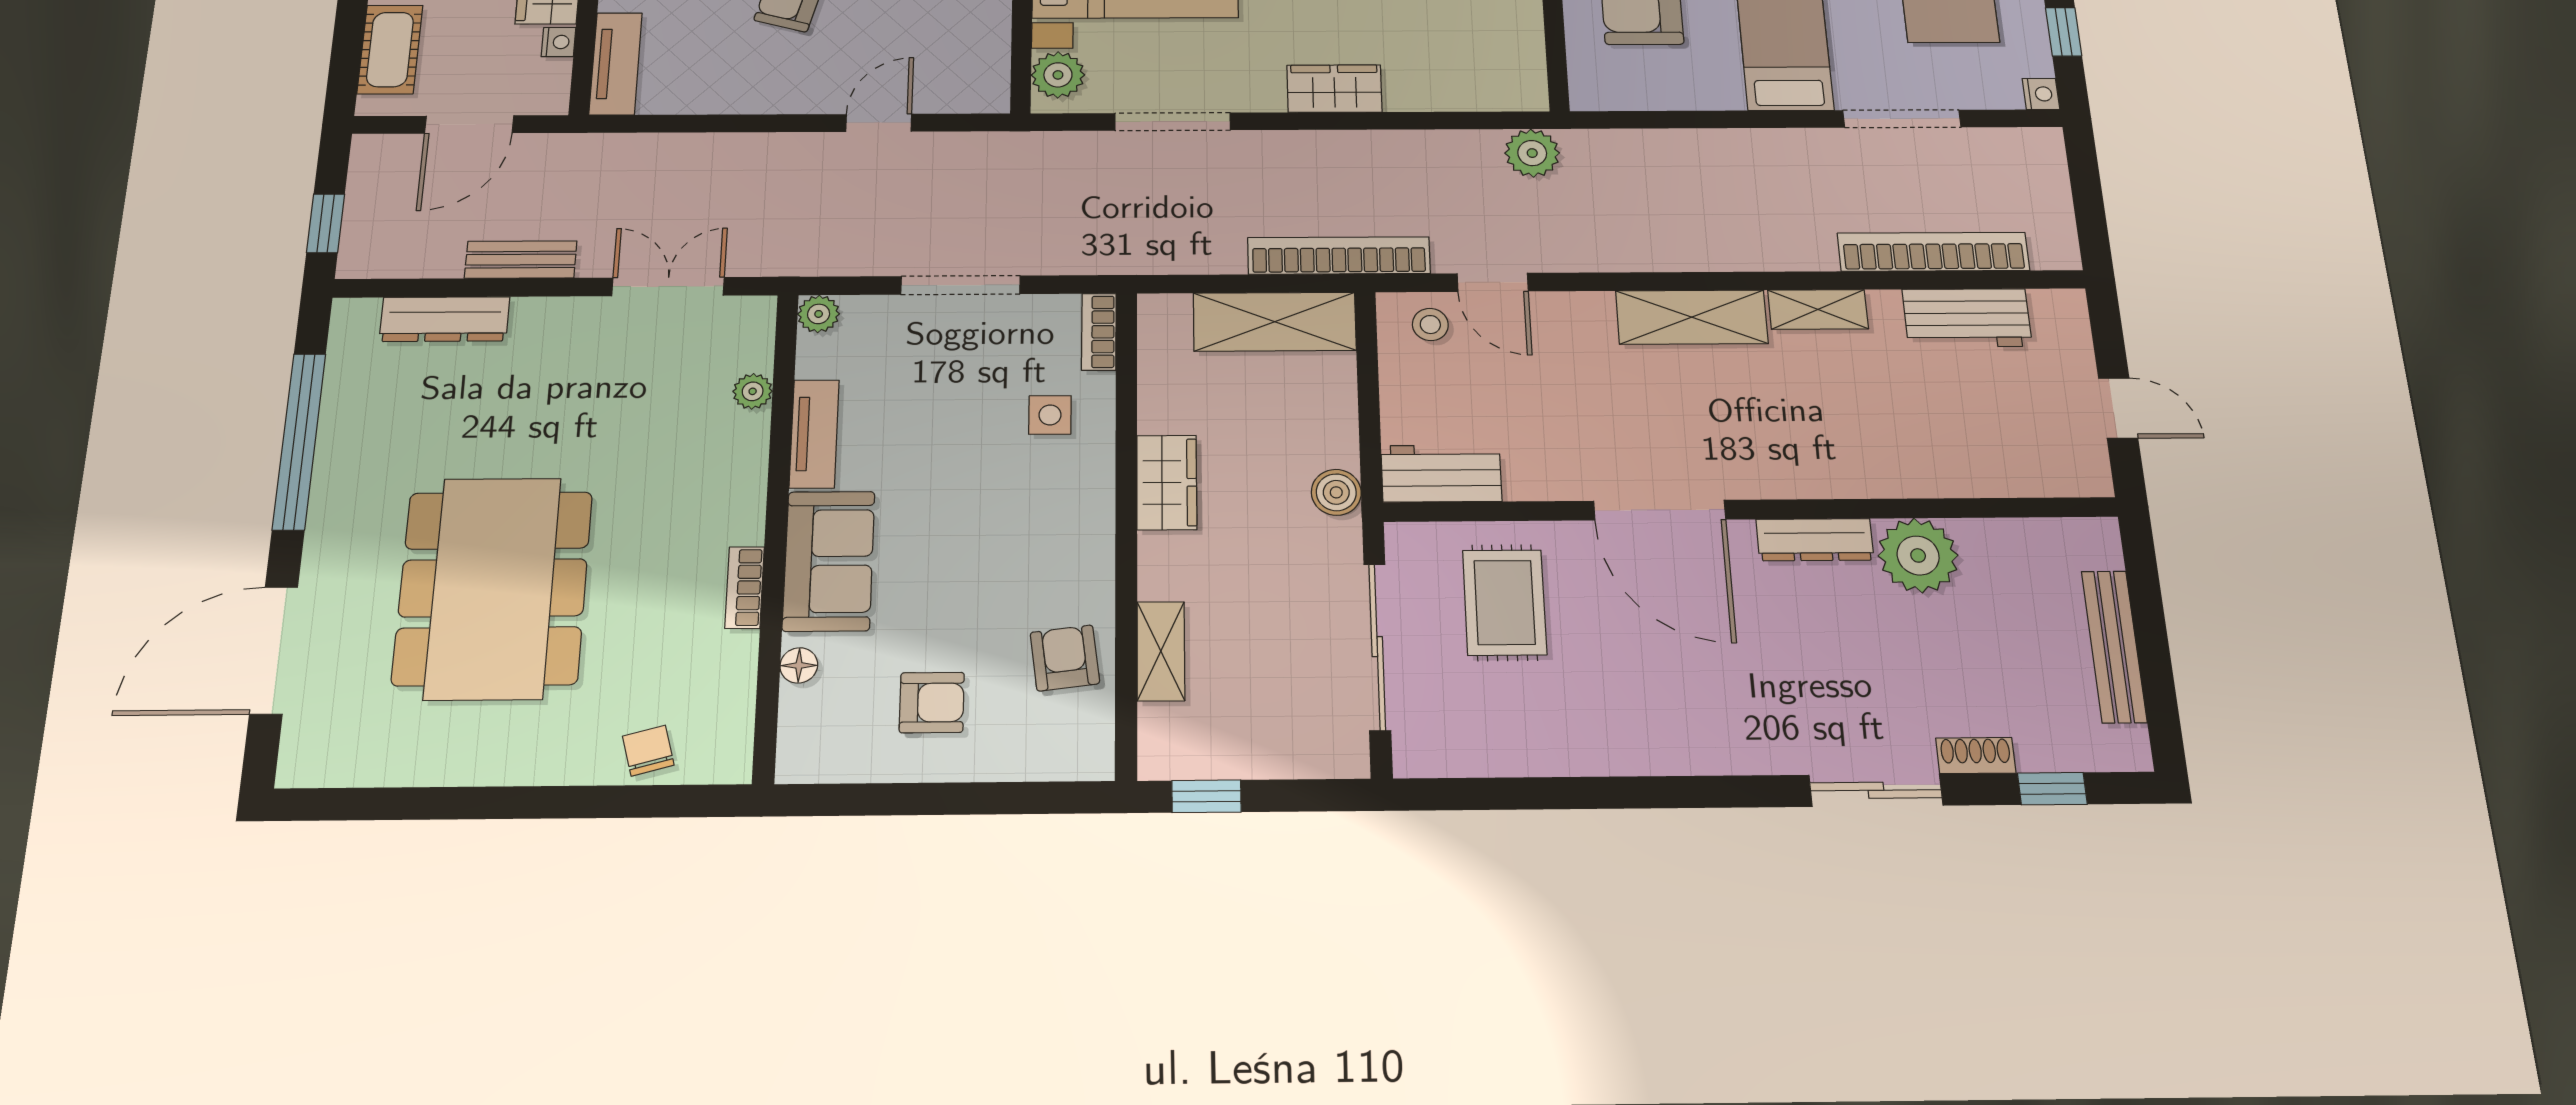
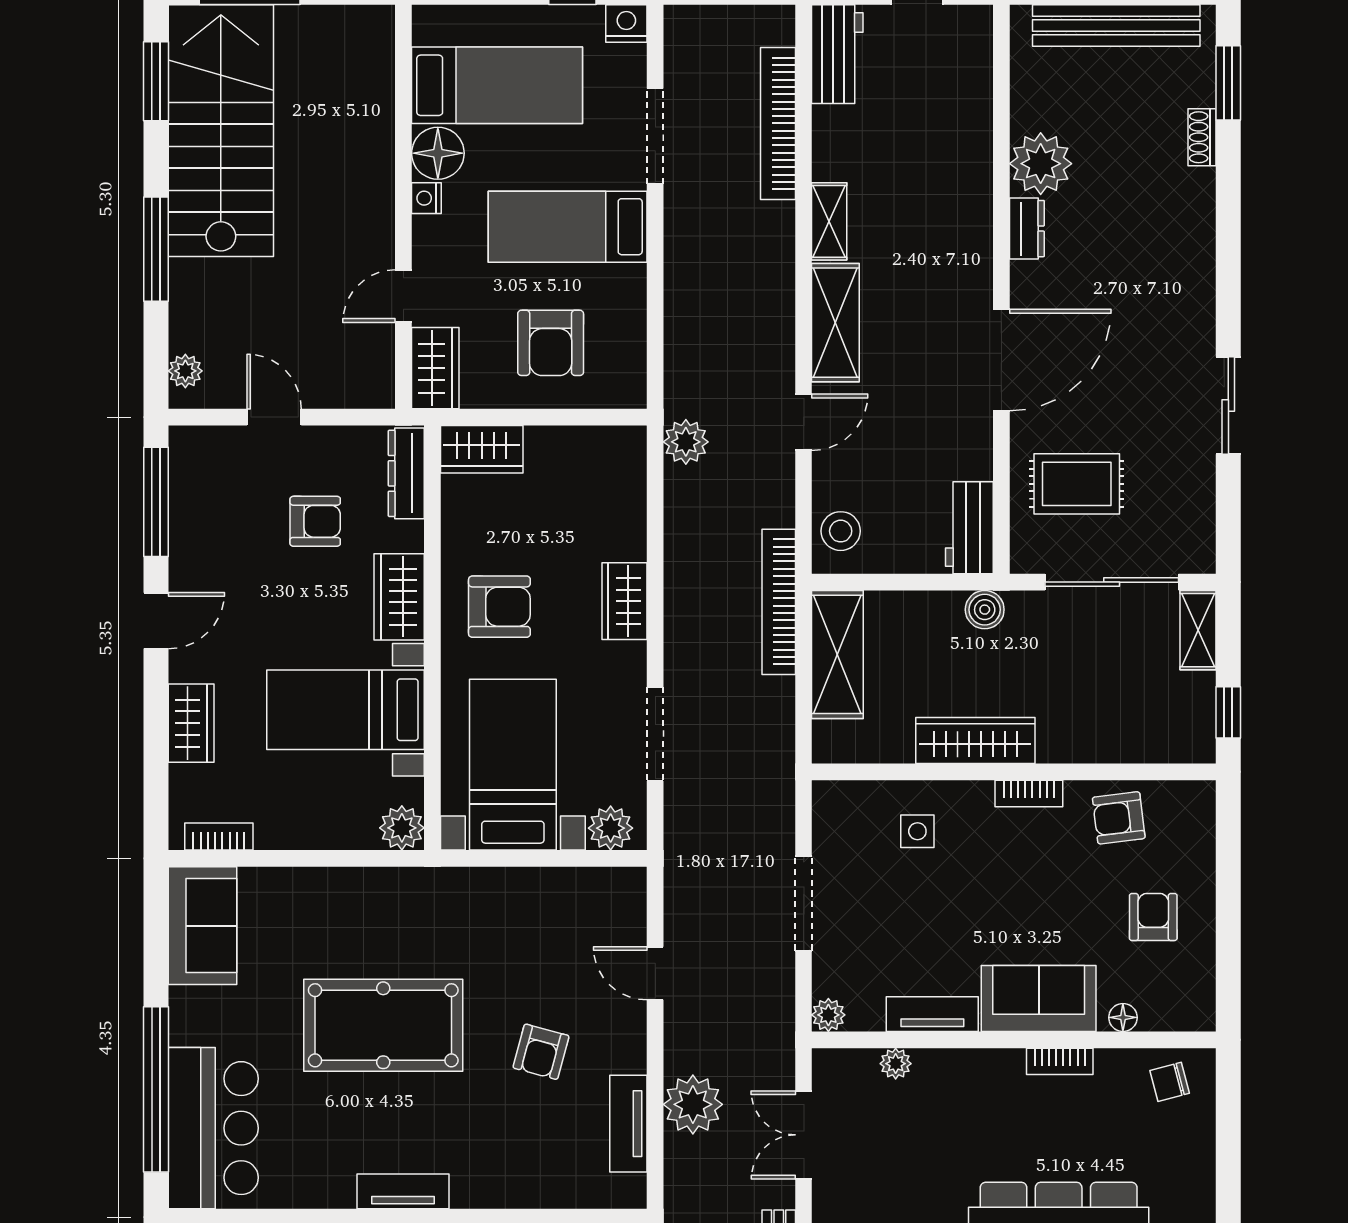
tv unit: (616, 64) -> (628, 1124), moved, turned -90
nightstand: (2041, 94) -> (626, 24), width x1.39, depth x1.35
plant: (714, 164) -> (693, 1104), added
door: (1493, 282) -> (804, 422), moved
workbench: (1967, 318) -> (837, 54), moved
stool: (1430, 325) -> (841, 531), width x1.37, depth x1.37
bookcase: (1099, 332) -> (1029, 793), moved
wardrobe: (1167, 482) -> (975, 741), width x1.50
dresser: (1815, 540) -> (1027, 229), width x0.70
bench: (2114, 646) -> (1116, 26), width x1.37, depth x1.21
shelving: (1161, 651) -> (1198, 630), moved, turned 90
chair: (648, 751) -> (1170, 1082), moved
window: (2052, 789) -> (1228, 83), width x1.50
sliding door: (1876, 790) -> (1228, 405), moved

